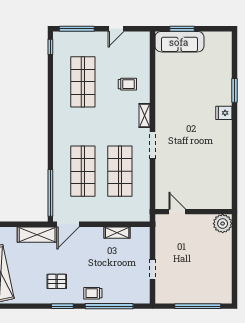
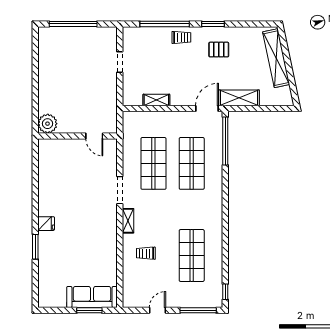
door: (177, 212) -> (94, 136), moved
wall: (194, 212) -> (78, 136), moved
plant: (223, 224) -> (48, 124), moved

